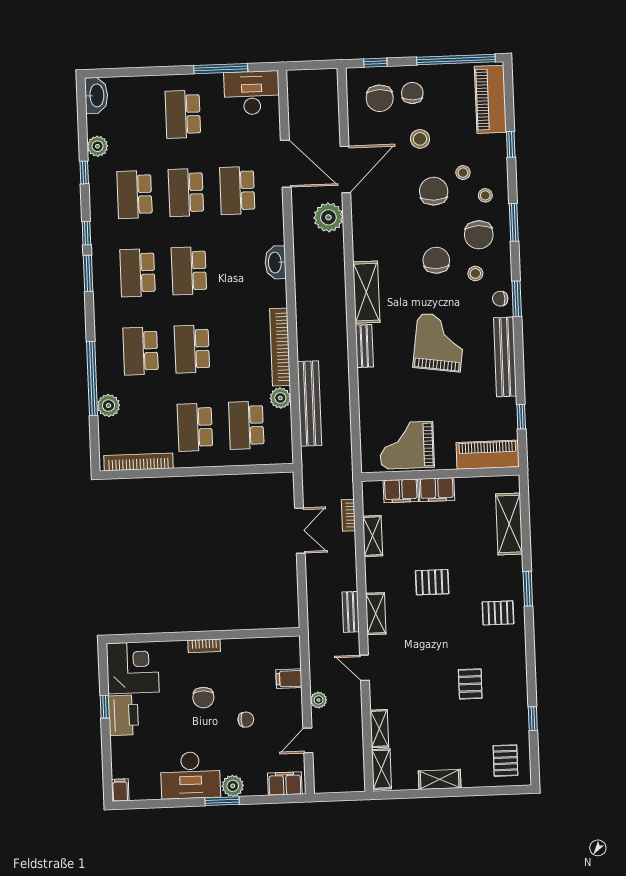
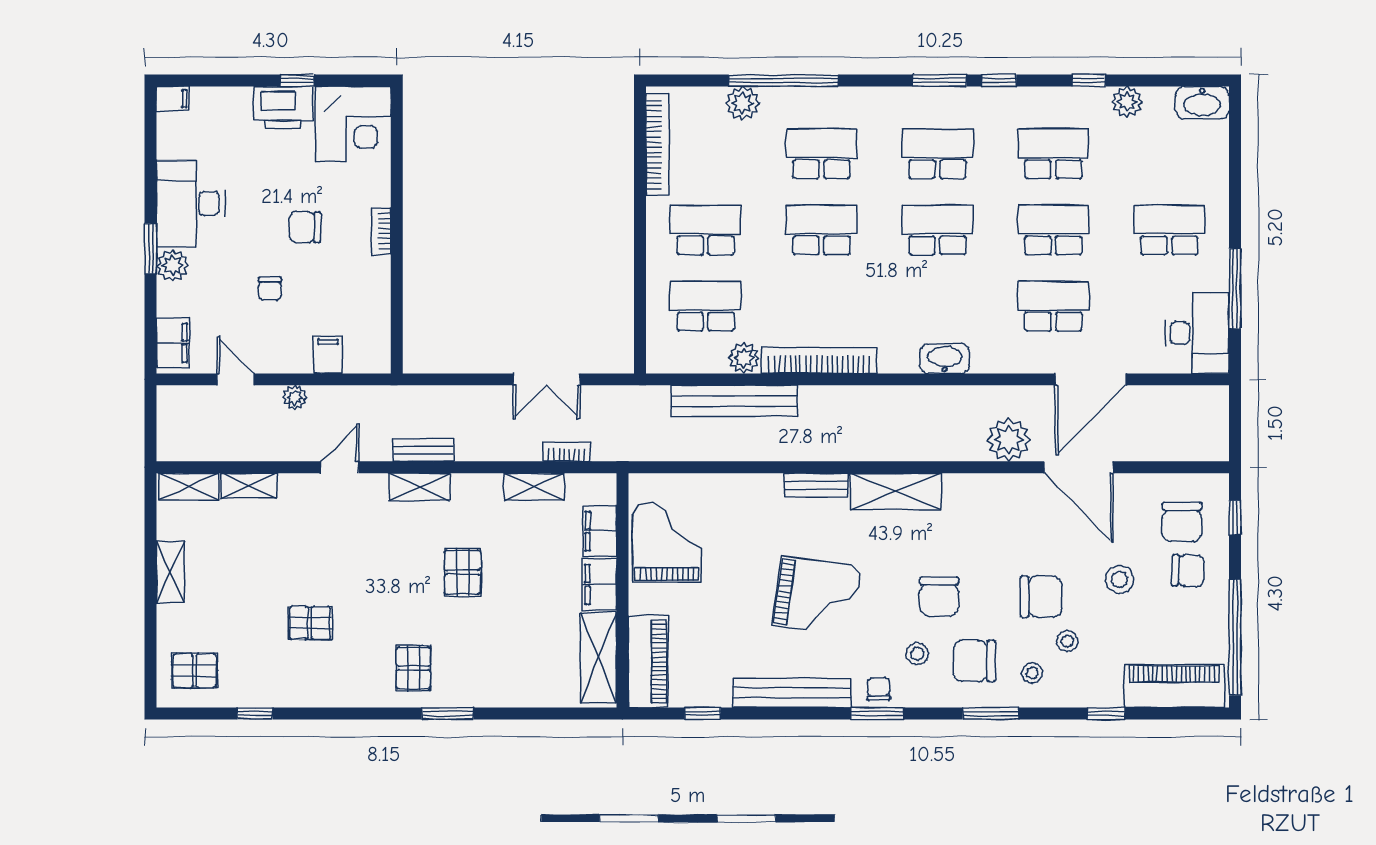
chair: (380, 98) -> (1182, 522), turned -90
chair: (436, 260) -> (939, 597), turned 90
shelving: (509, 524) -> (598, 658), moved, turned 90

